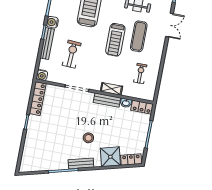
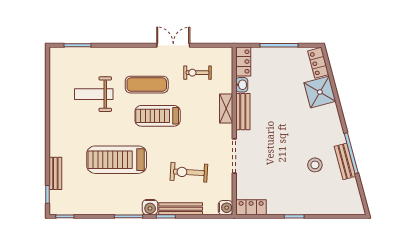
double door: (169, 25) -> (173, 45), moved
treadmill: (115, 40) -> (158, 116), turned 180
locker: (38, 99) -> (251, 207), width x0.66
stool: (88, 138) -> (315, 165), moved
bench: (81, 163) -> (345, 161), moved

